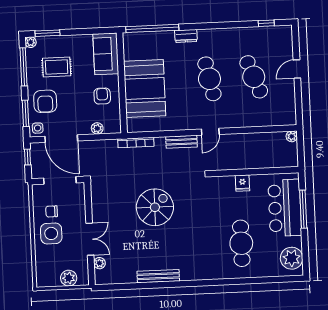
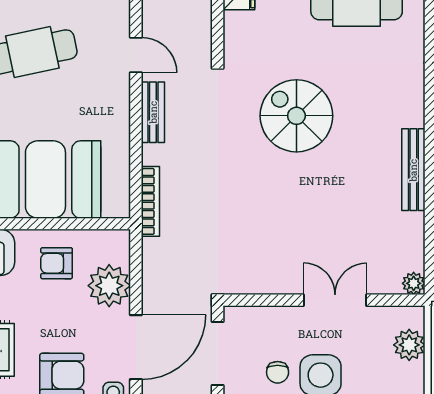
plant: (97, 128) -> (109, 286), width x1.87, depth x1.87
spiral stairs: (155, 207) -> (296, 116), moved
plant: (99, 263) -> (414, 283), moved

